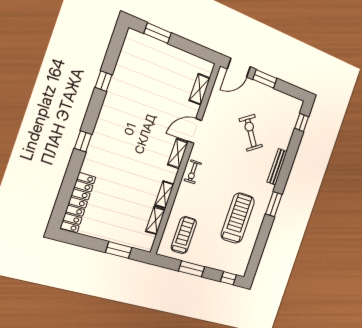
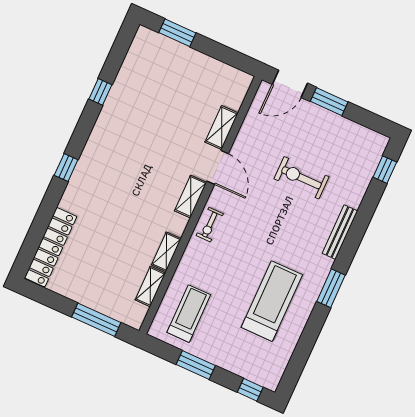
shelving: (200, 89) -> (222, 128), moved
door: (195, 131) -> (218, 167), swing flipped
exercise bike: (251, 133) -> (301, 178), turned -55
window: (119, 250) -> (96, 320), width x1.44

